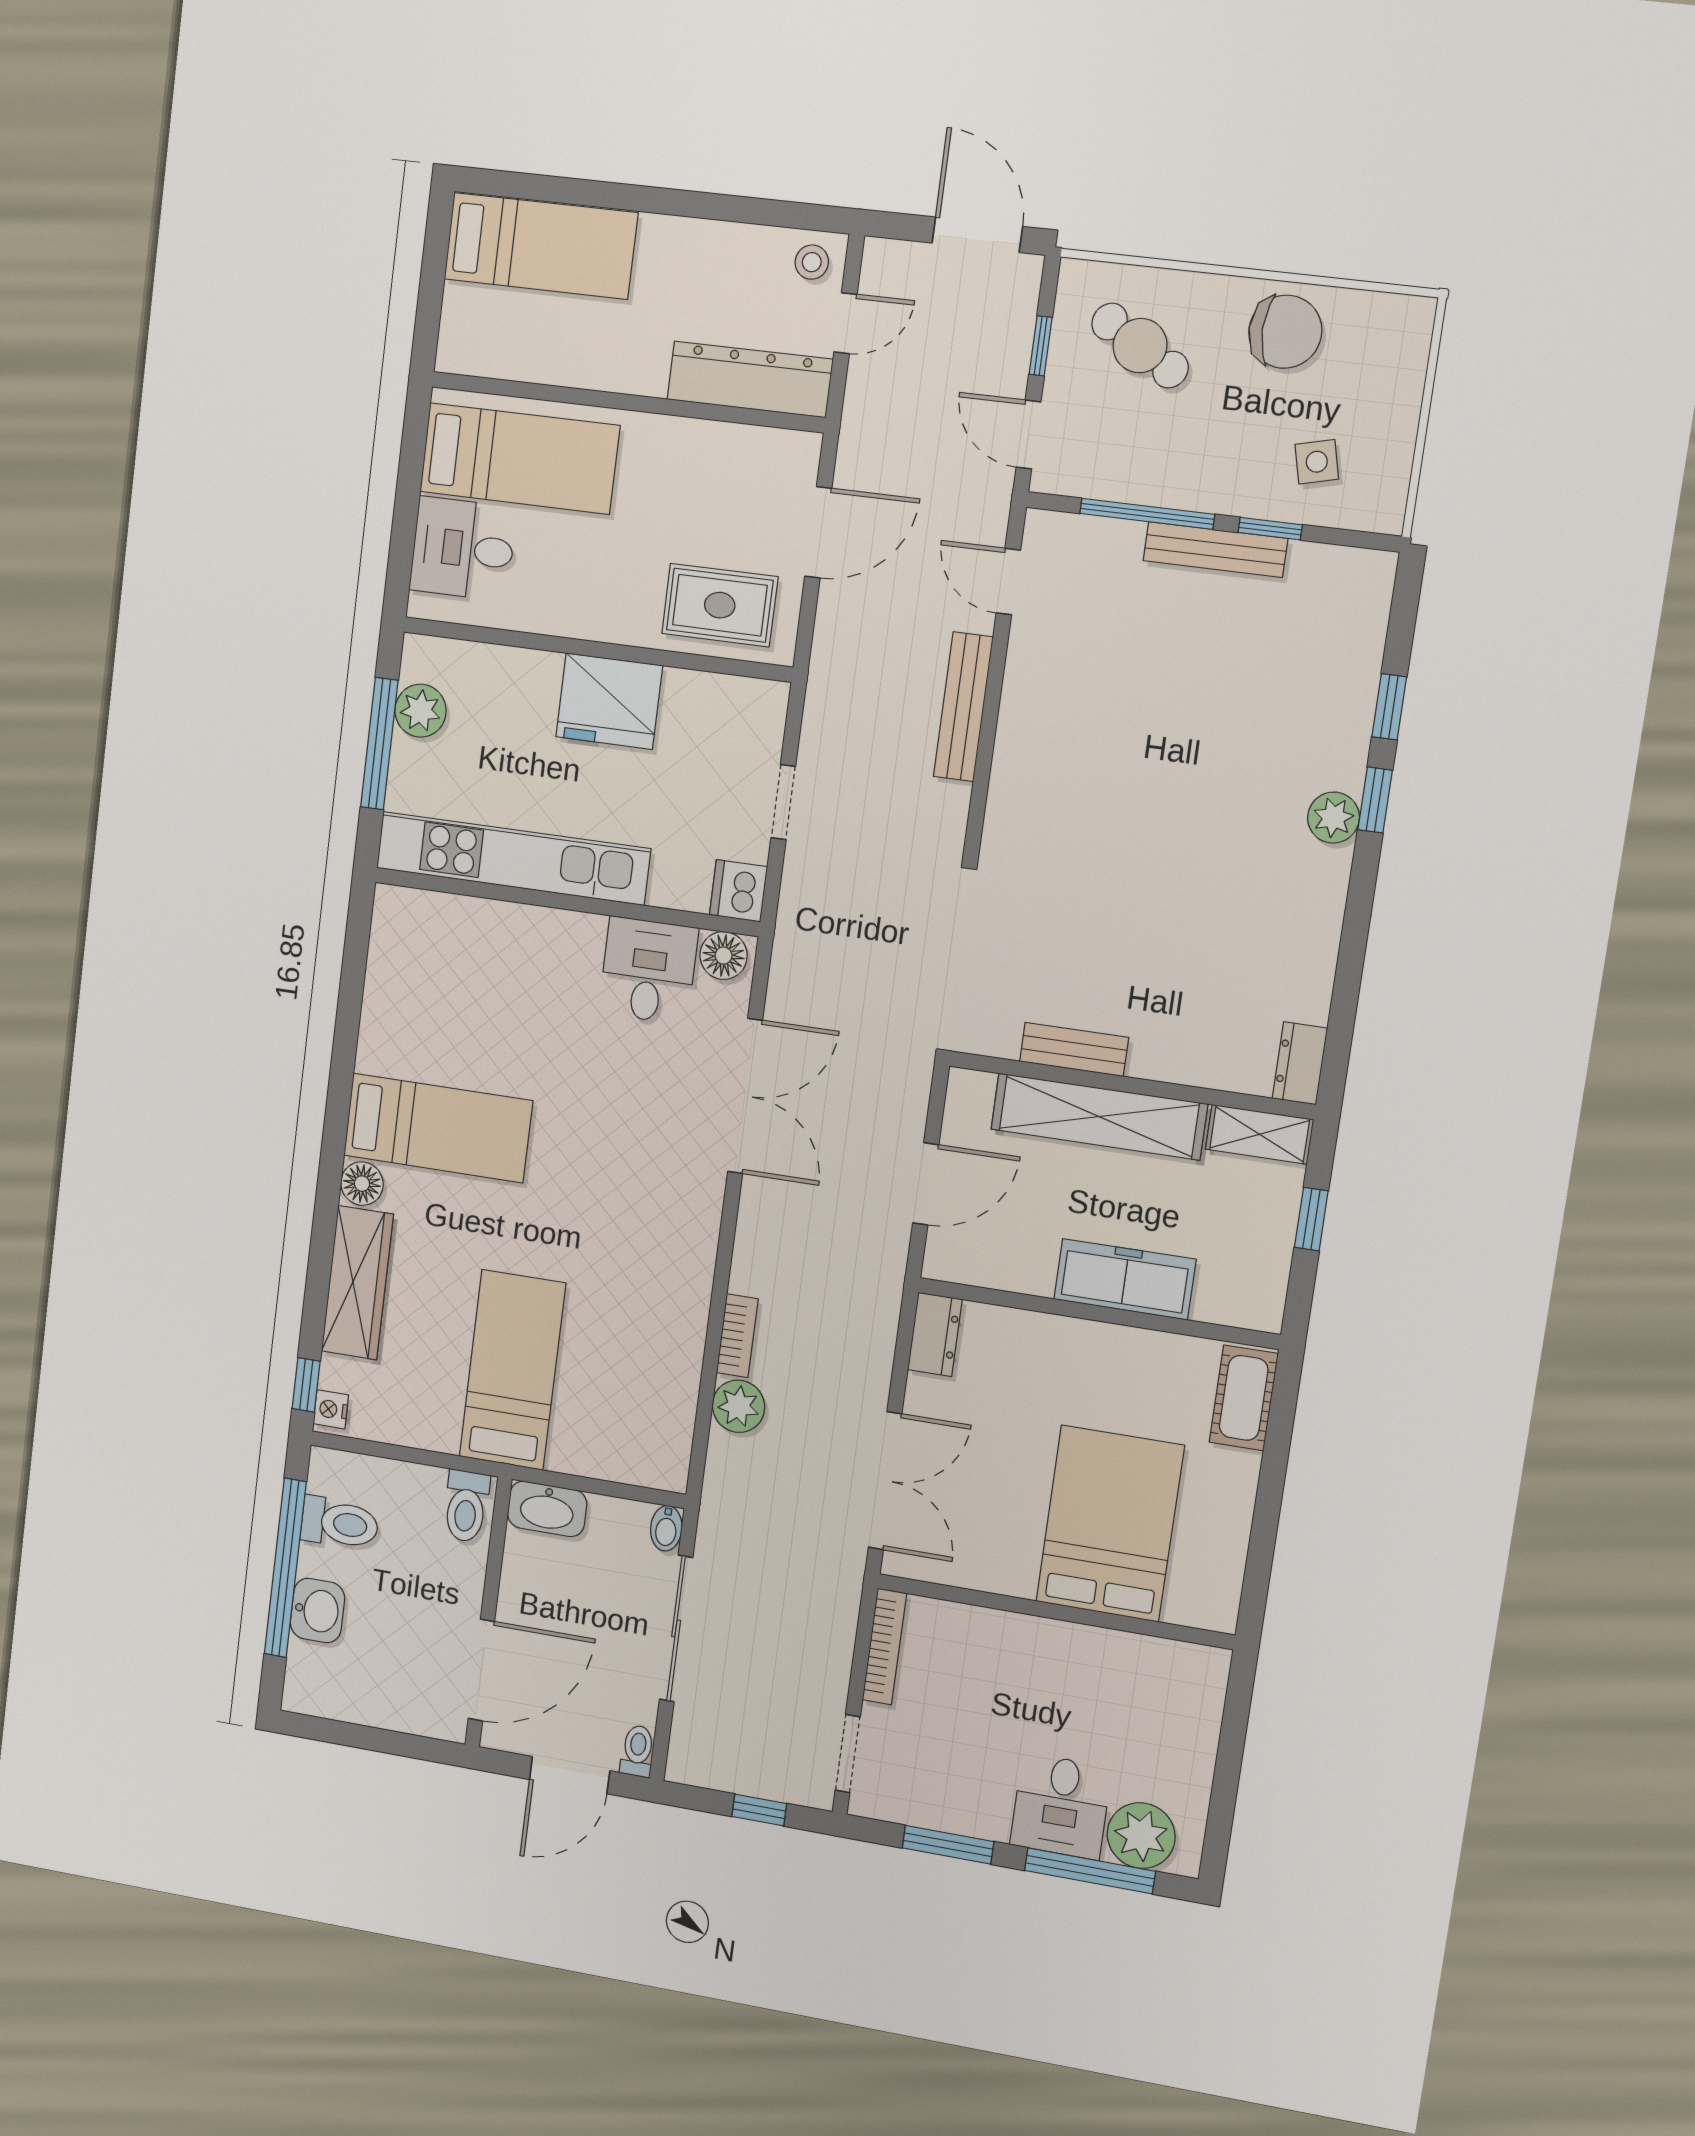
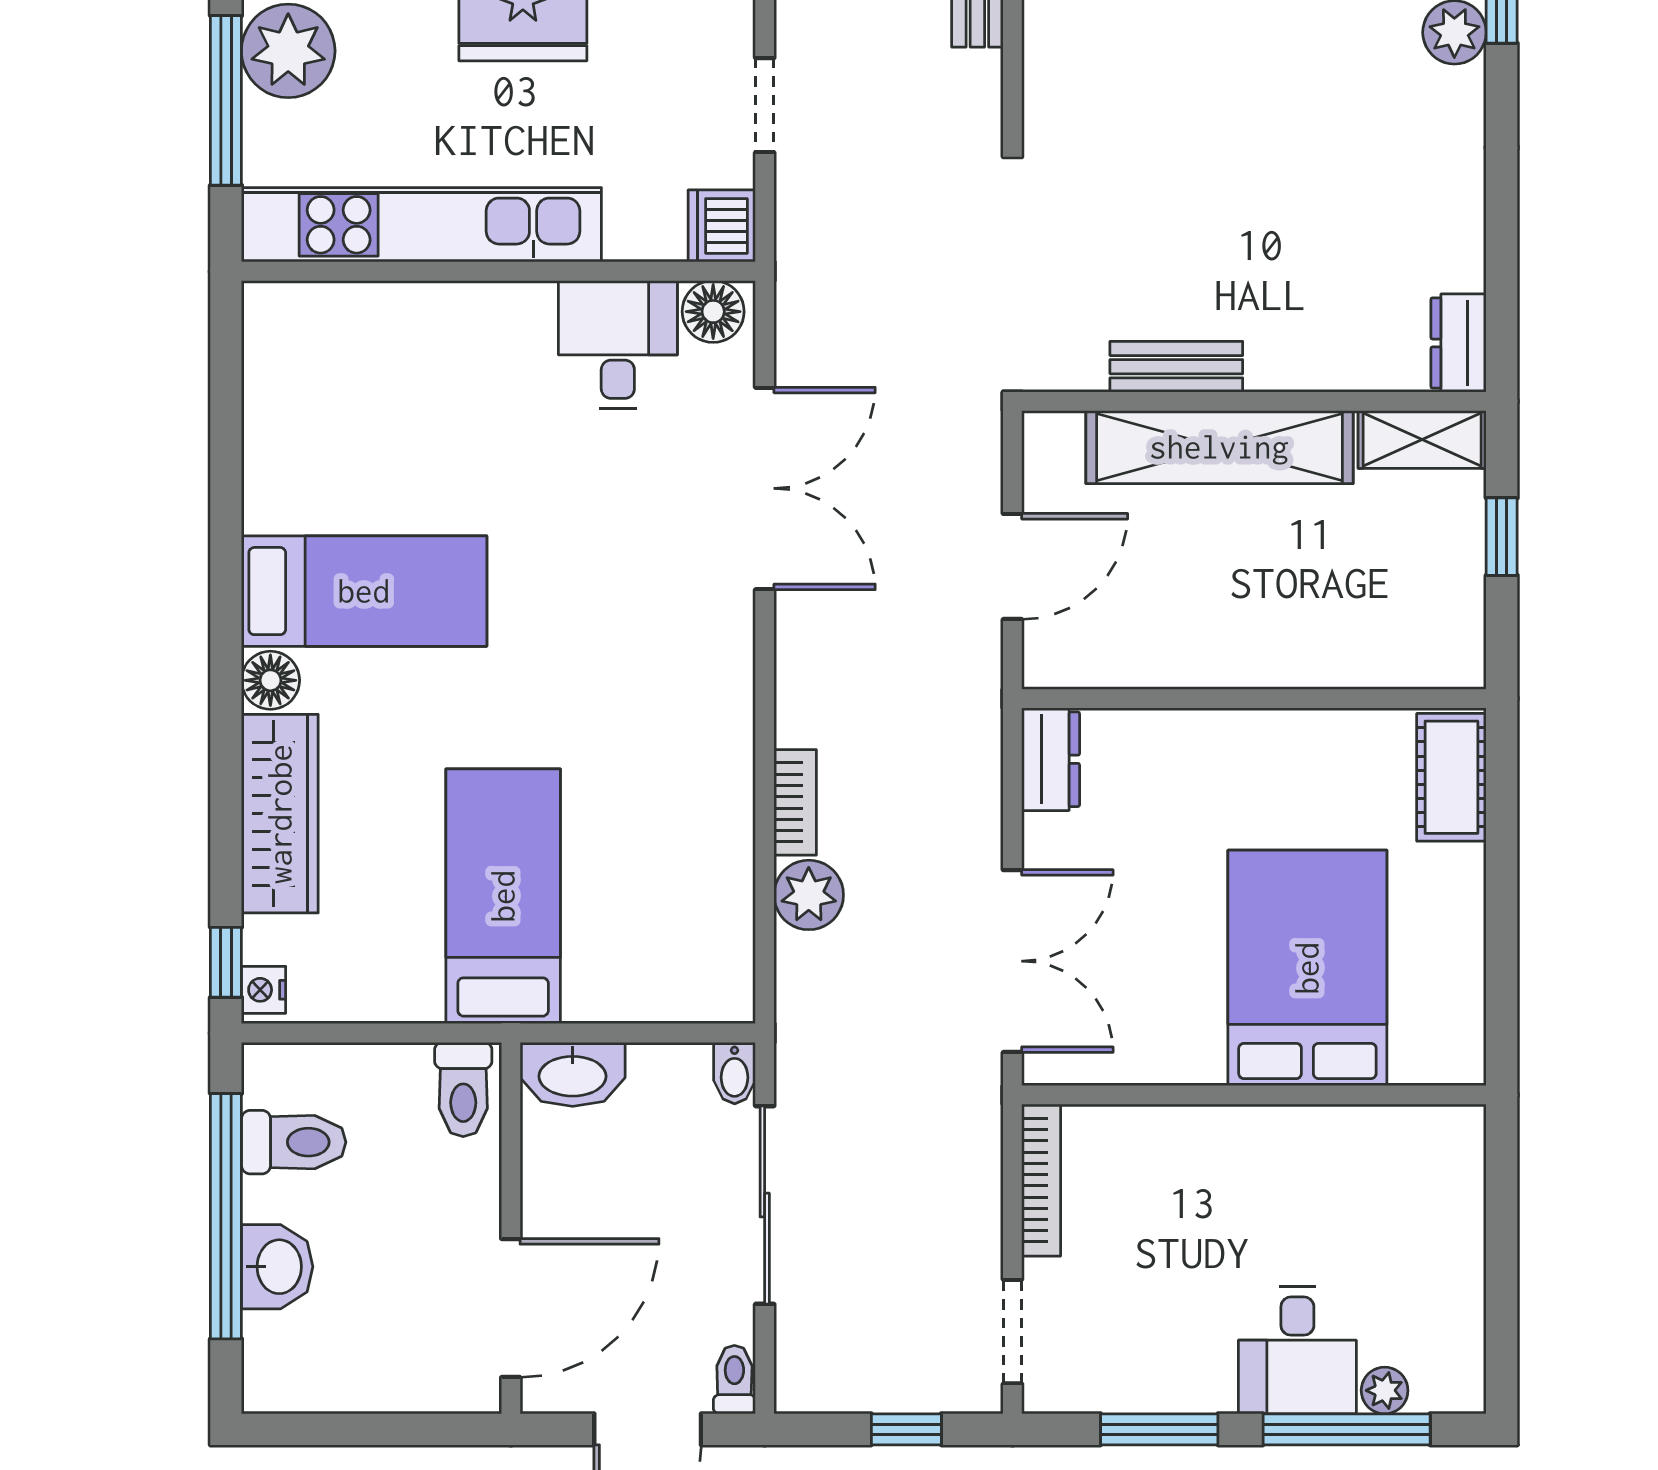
plant: (421, 711) -> (288, 51), width x1.36, depth x1.36
freezer: (1125, 1279) -> (1281, 650), removed
plant: (1141, 1836) -> (1385, 1390), width x0.53, depth x0.53

